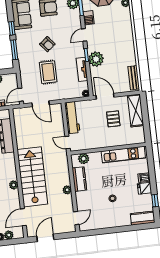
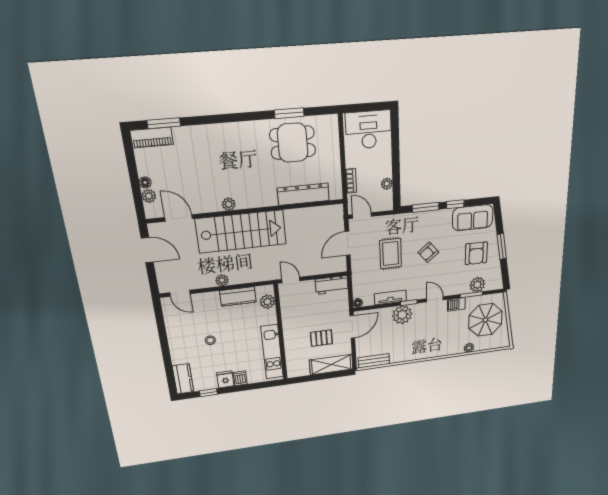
rug: (48, 72) -> (391, 254), turned 90
workbench: (72, 118) -> (332, 285), width x0.73
door: (68, 142) -> (291, 280), hinge flipped

